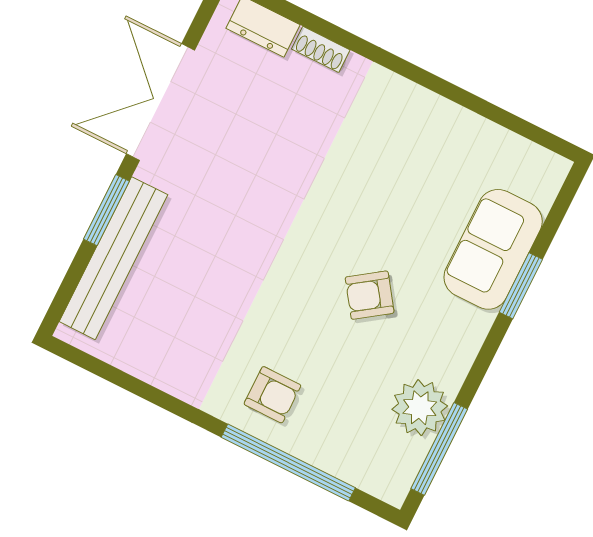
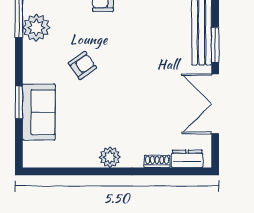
plant: (404, 101) -> (110, 157), added
double door: (161, 102) -> (215, 104), swing flipped

